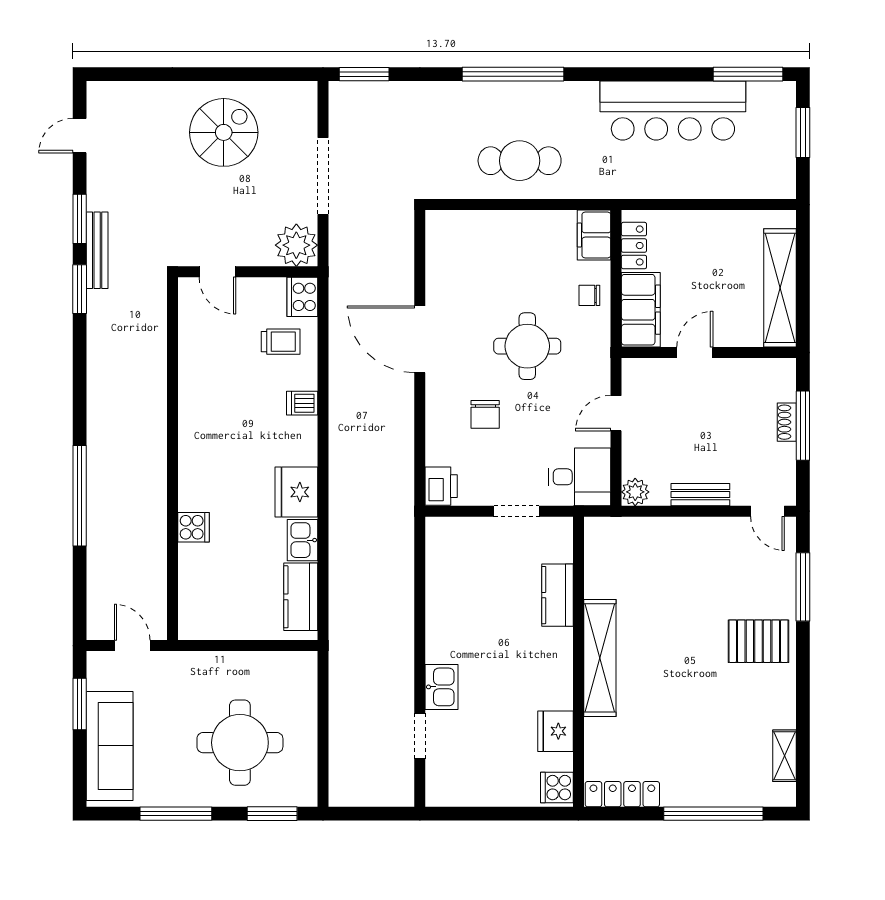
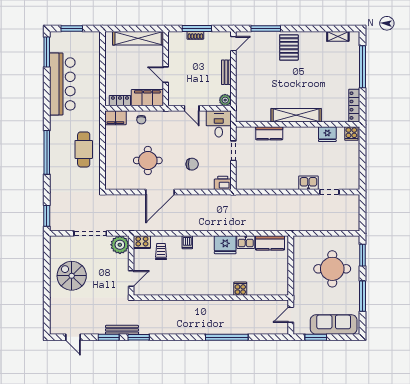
round table: (527, 346) -> (148, 160), moved

